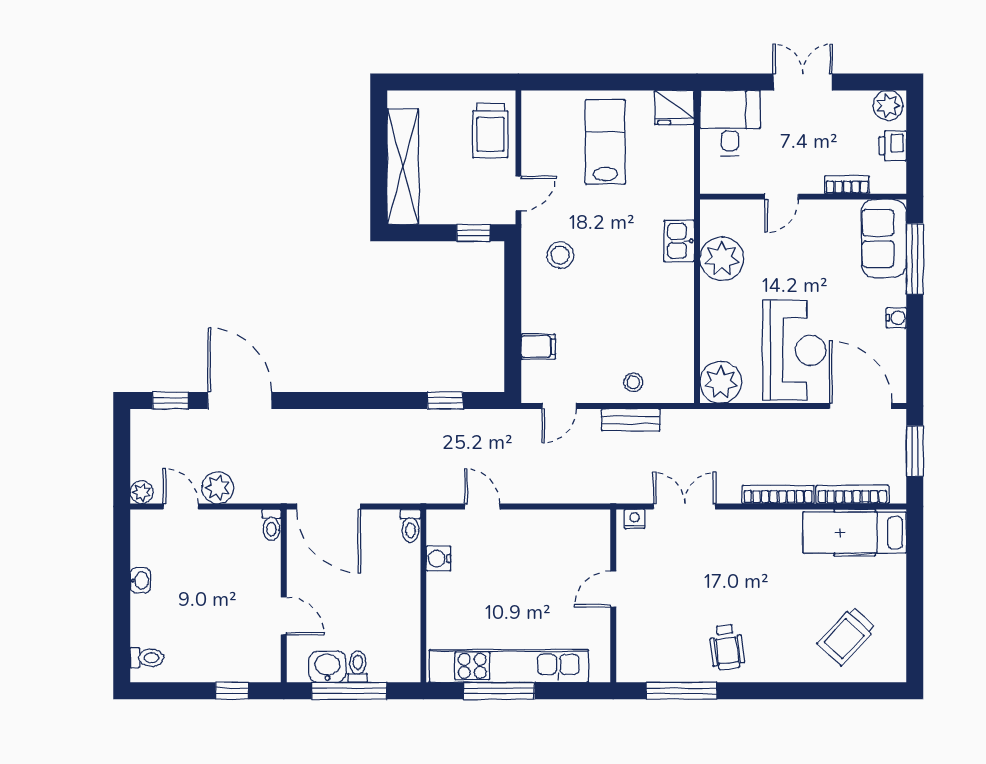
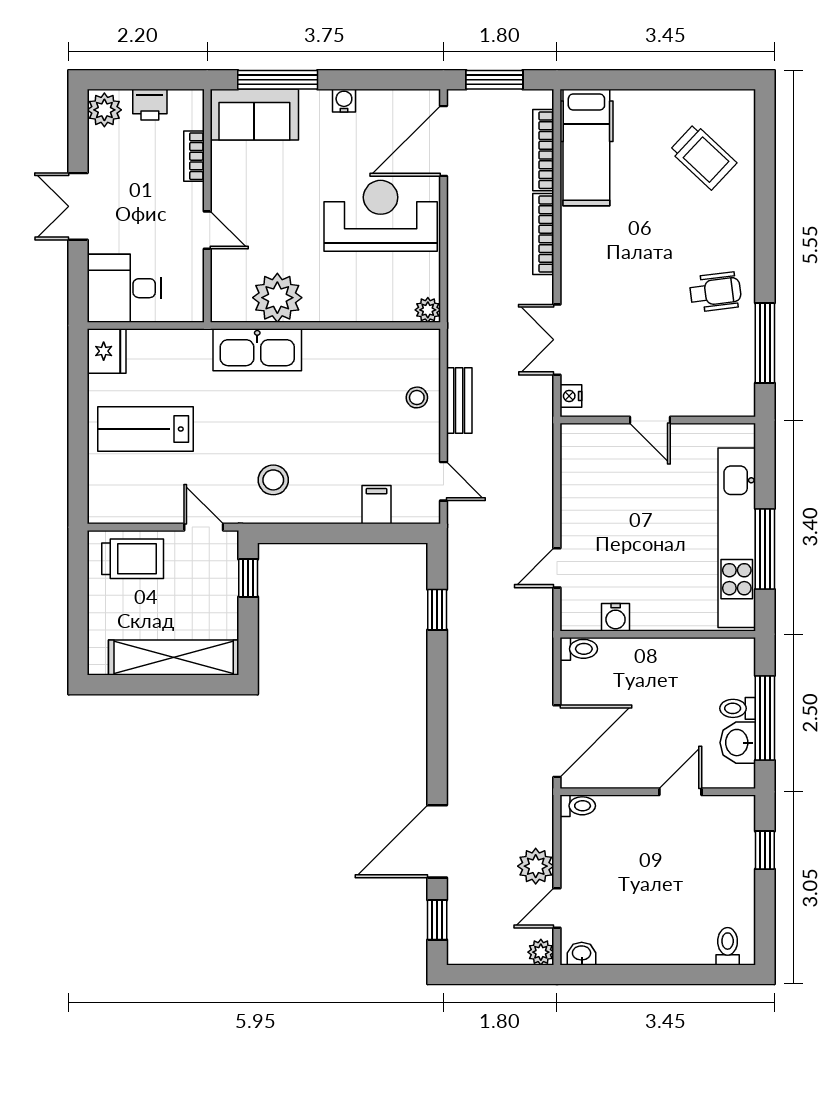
kitchen sink: (679, 241) -> (257, 350), width x1.88, depth x1.24
plant: (721, 382) -> (428, 310), width x0.53, depth x0.53
washbasin: (140, 580) -> (582, 954), moved

